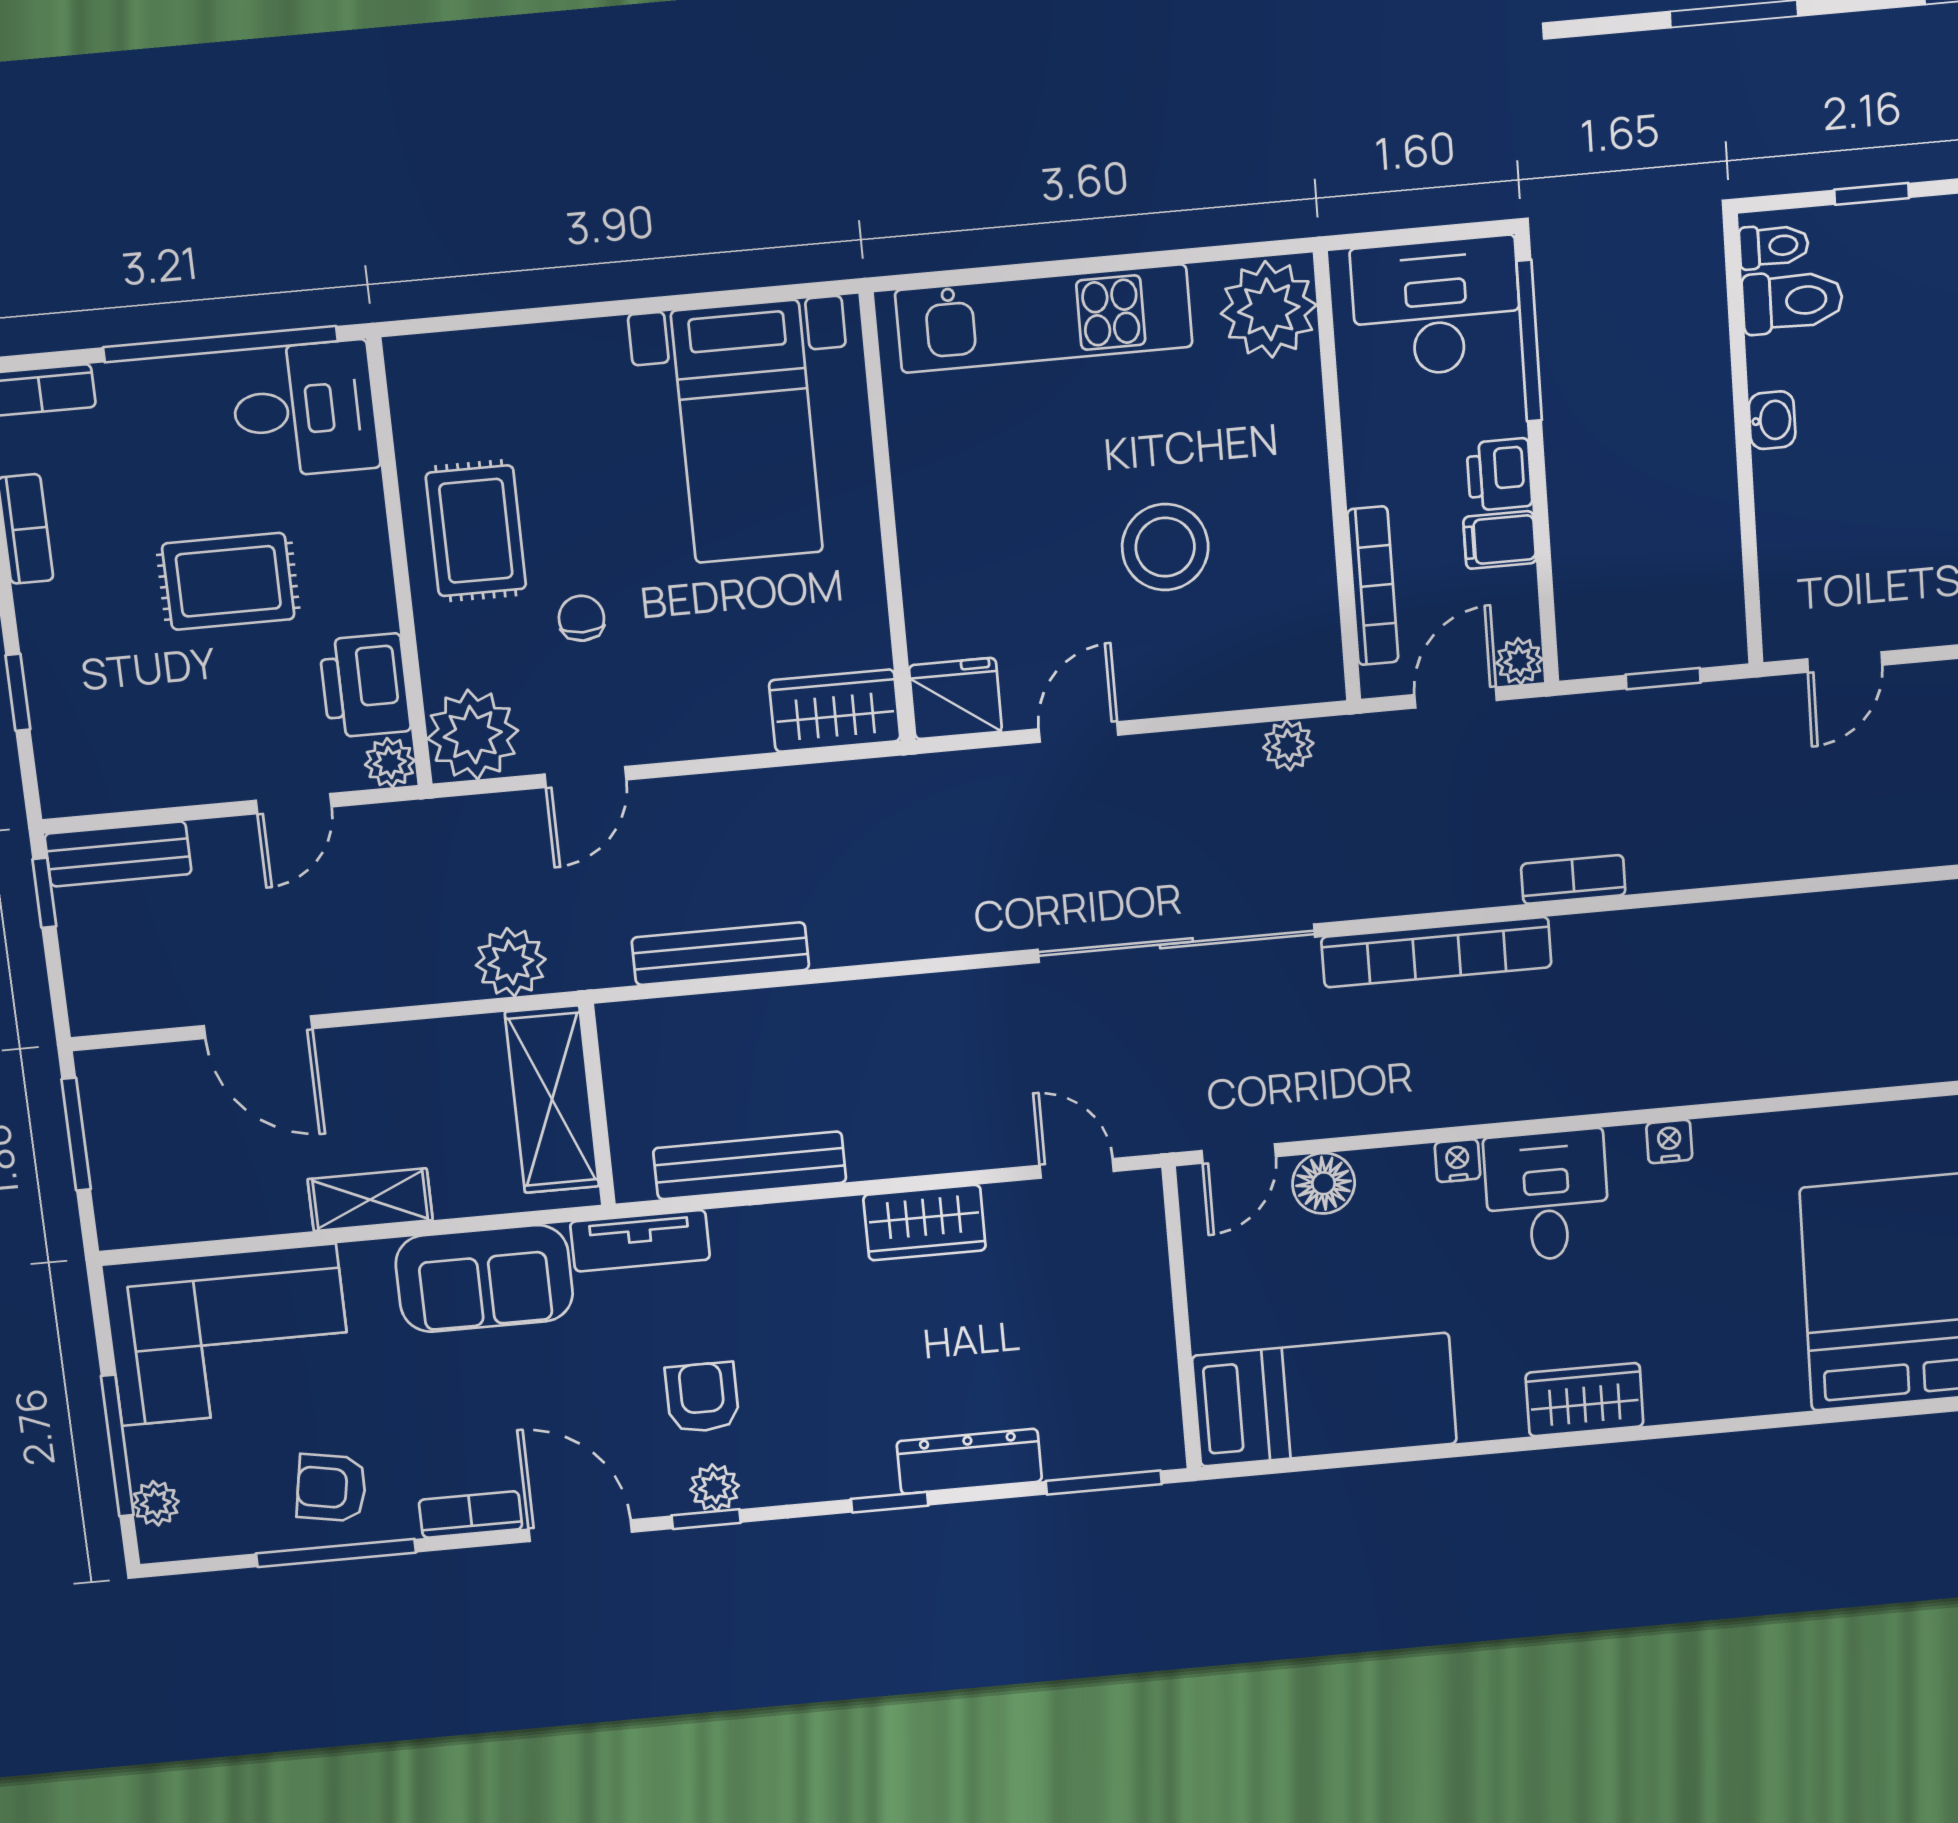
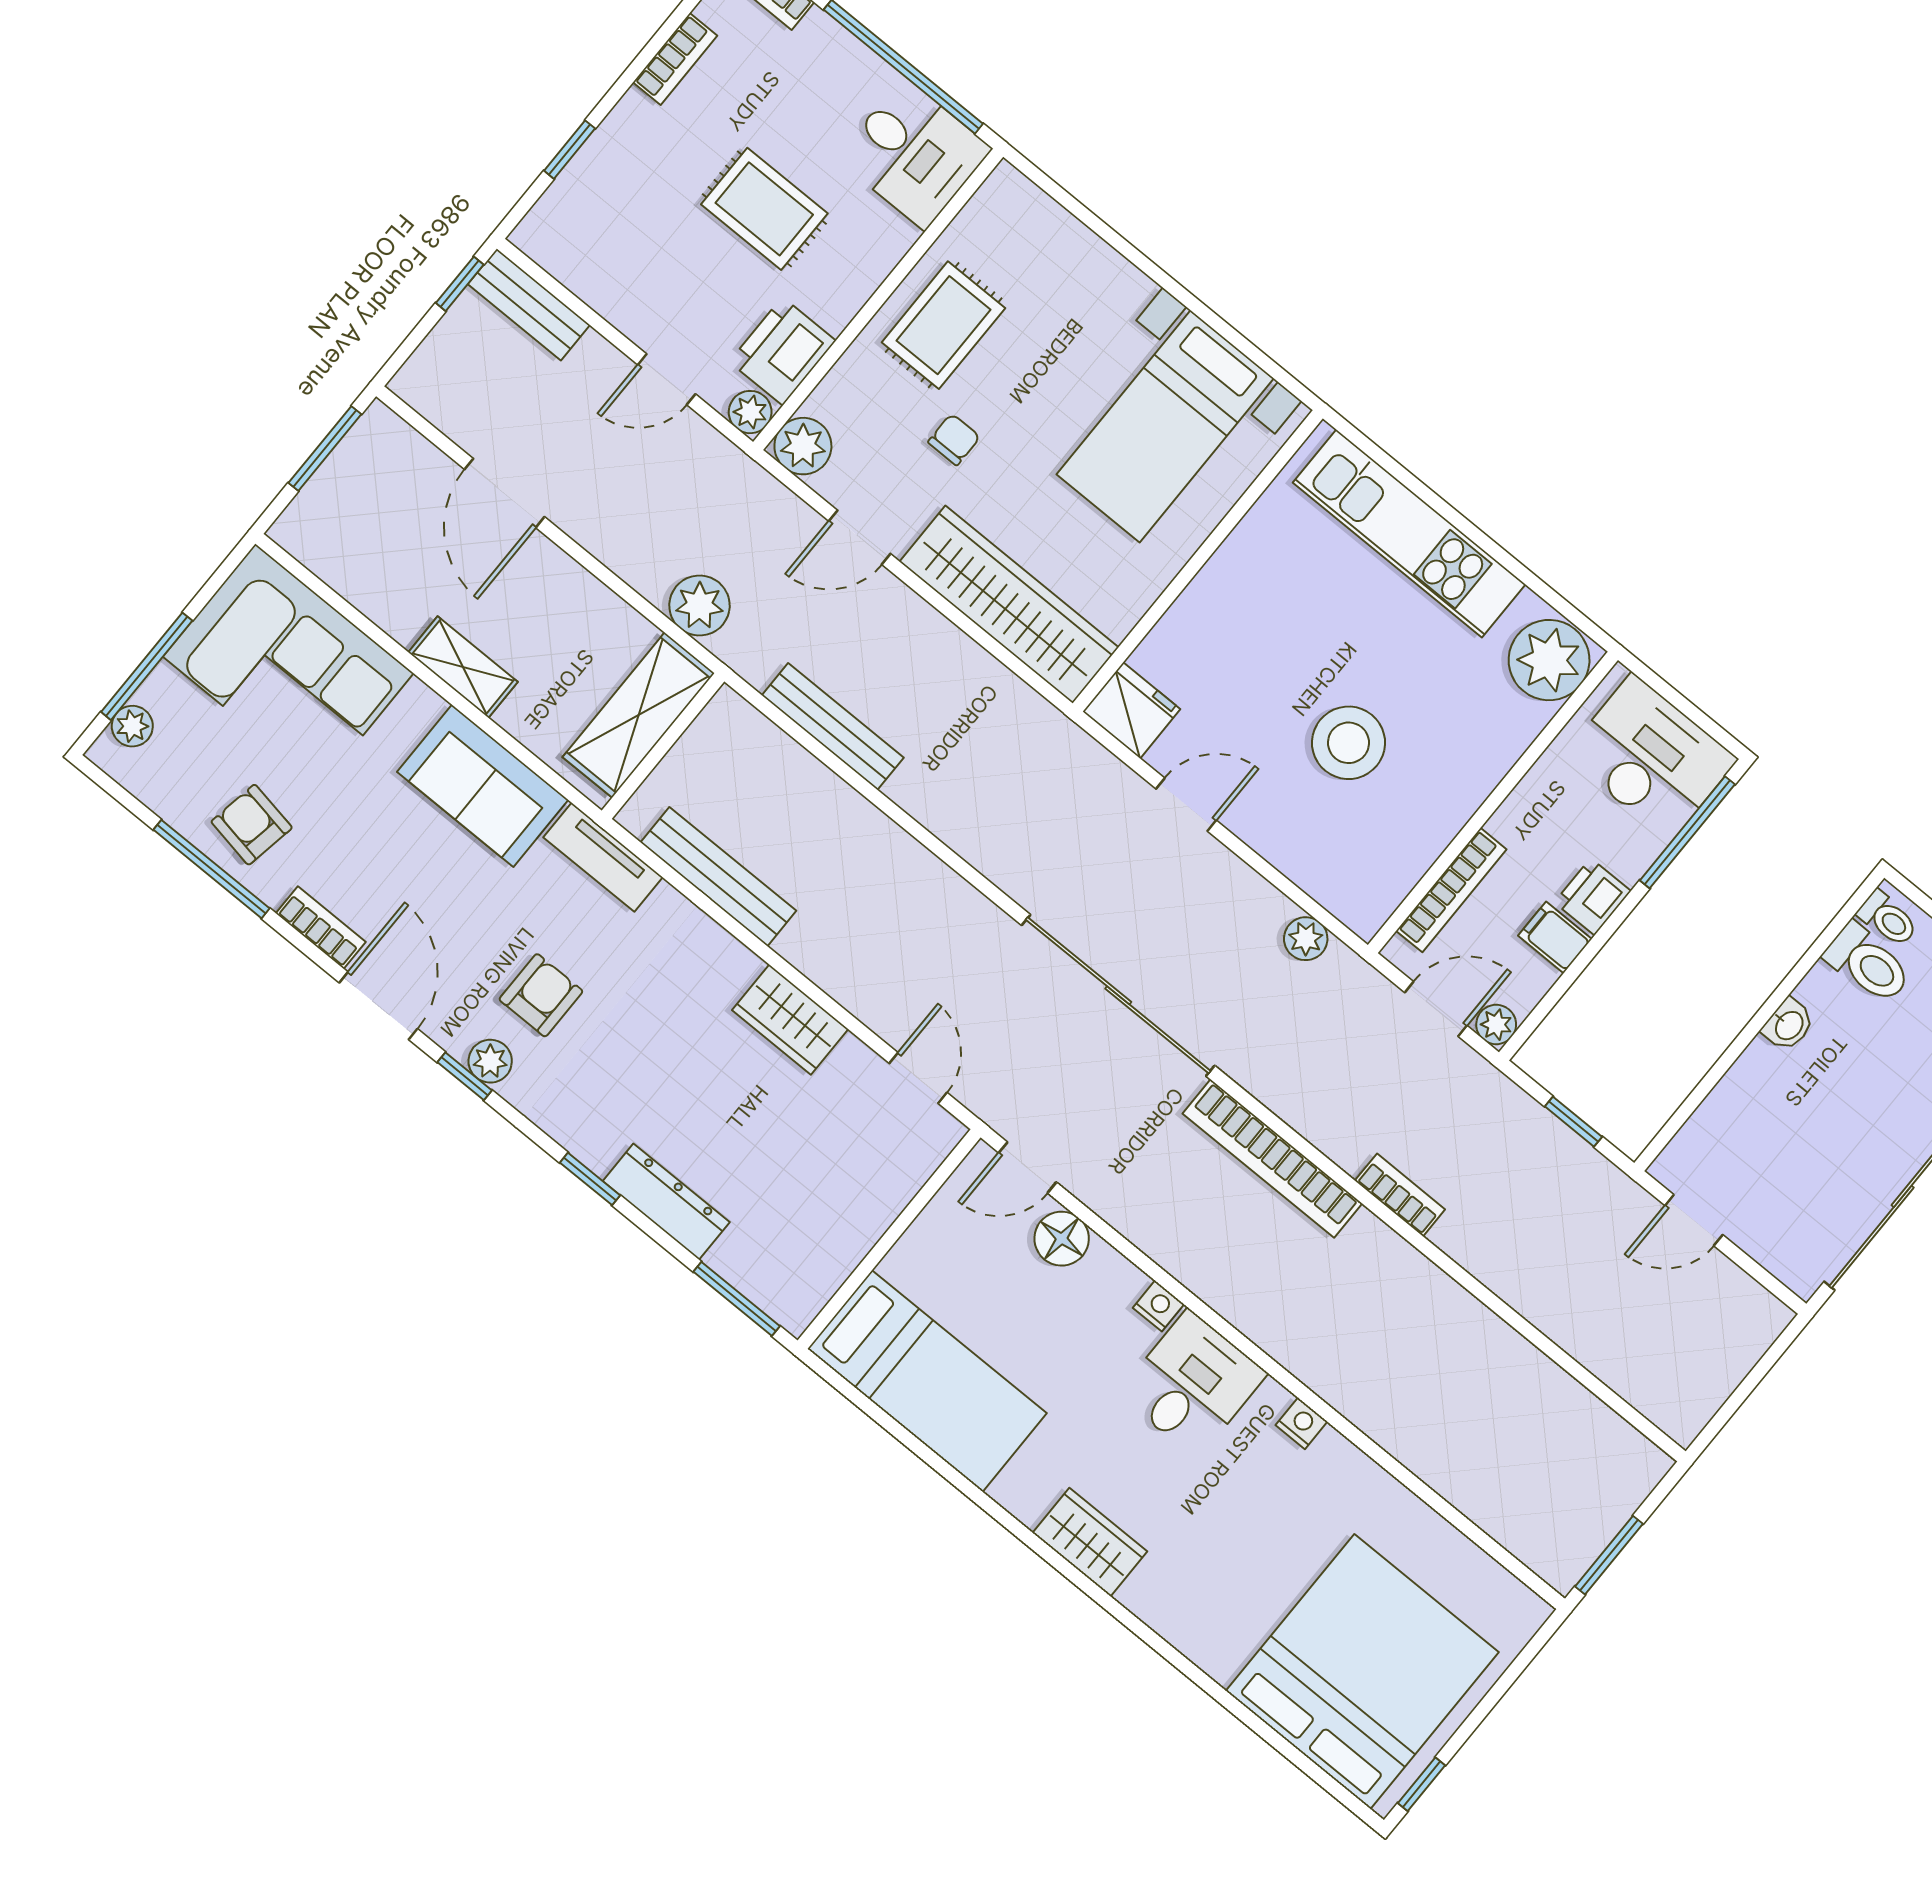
wardrobe: (835, 711) -> (1009, 605), width x2.10, depth x1.17
plant: (473, 735) -> (803, 446), width x0.73, depth x0.73

